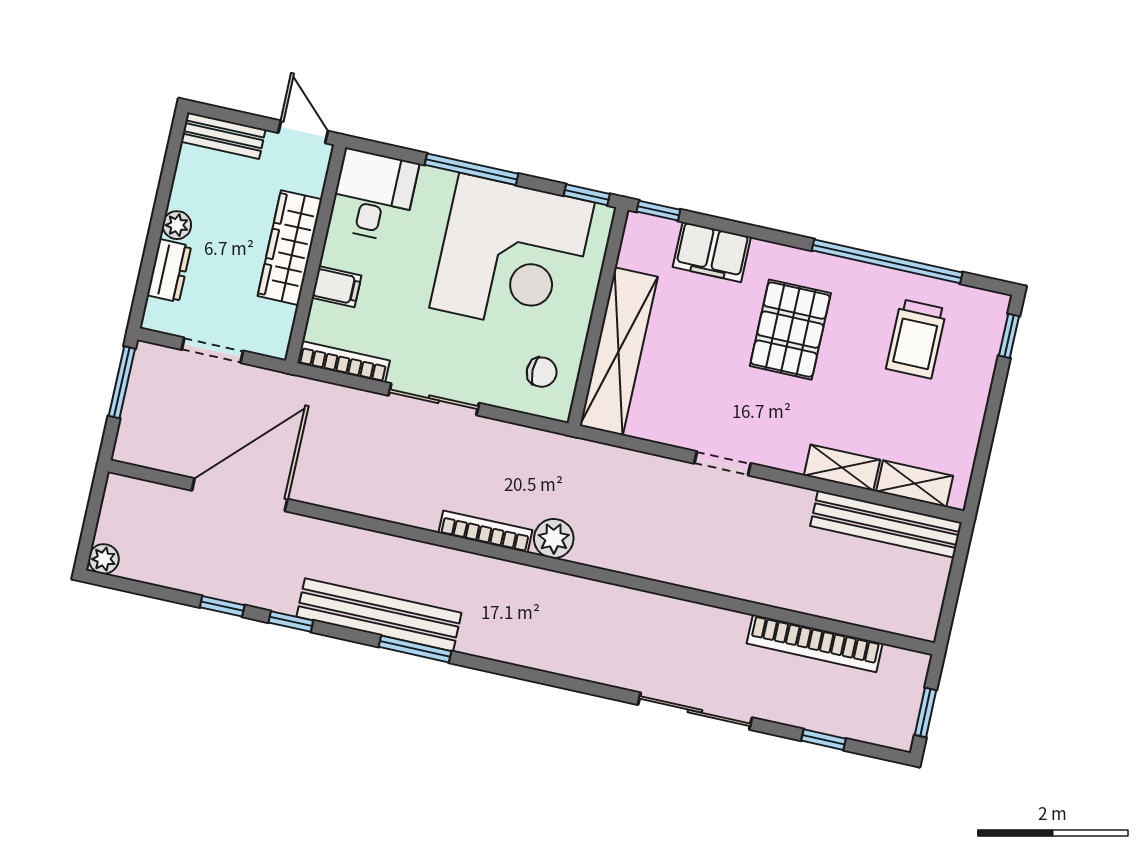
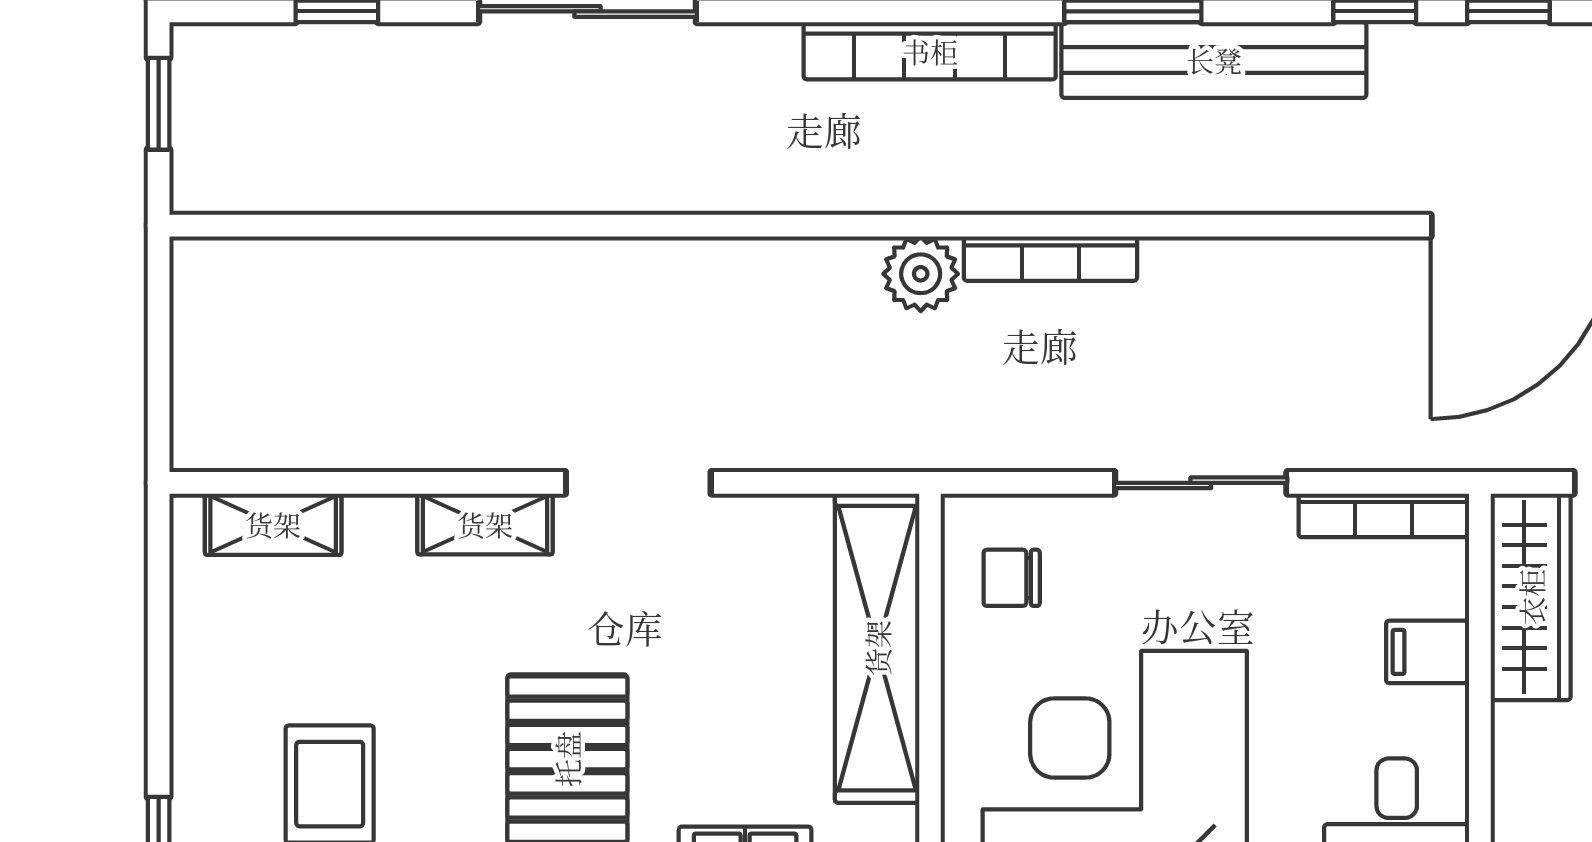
wardrobe: (290, 248) -> (1531, 597), moved
doorway: (722, 463) -> (638, 483), width x1.38
shelving: (842, 468) -> (485, 524), moved
bench: (886, 524) -> (309, 437), removed
bookcase: (815, 643) -> (930, 51), moved, turned 180

